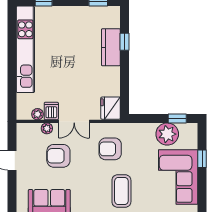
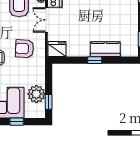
window: (125, 42) -> (95, 60), moved
armchair: (110, 149) -> (24, 49), turned -87

